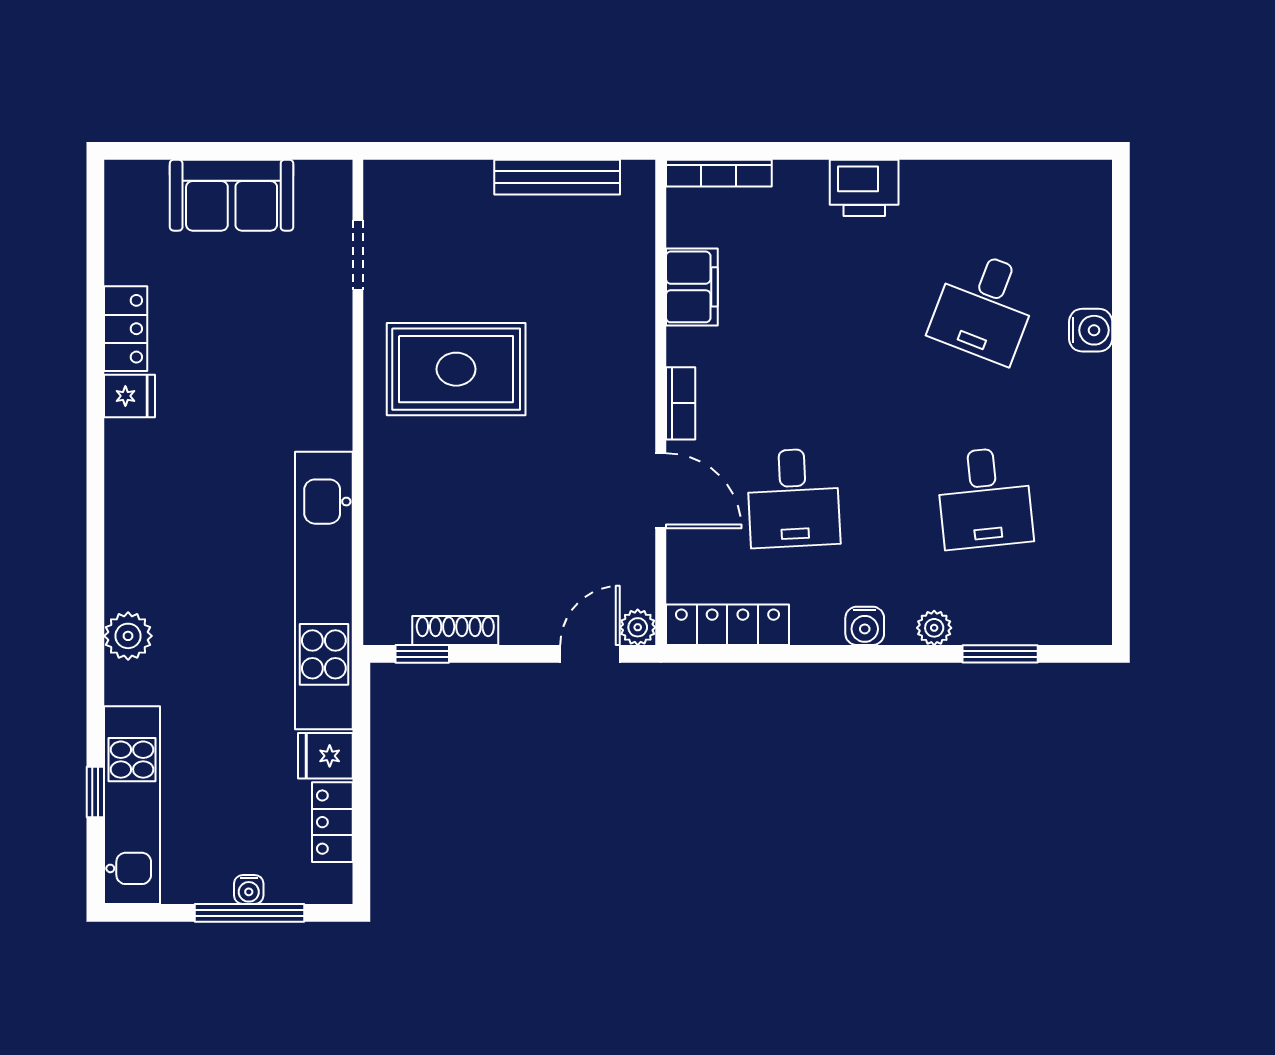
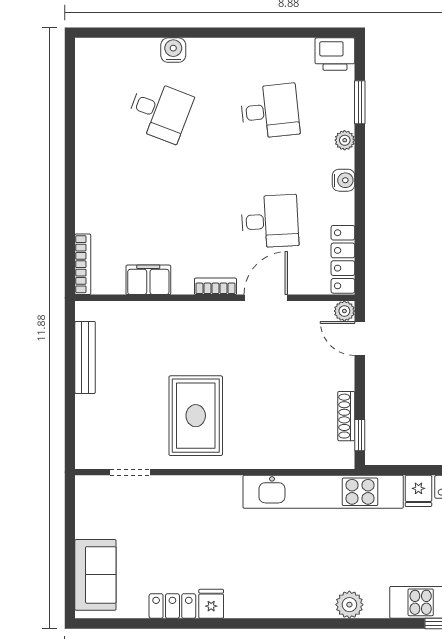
printer: (864, 188) -> (335, 54), moved, turned 90
sofa: (232, 195) -> (95, 575), moved

